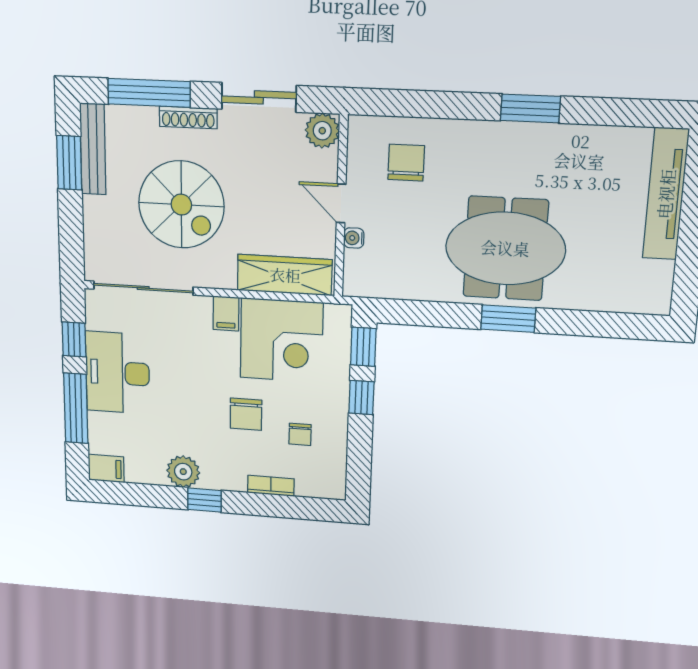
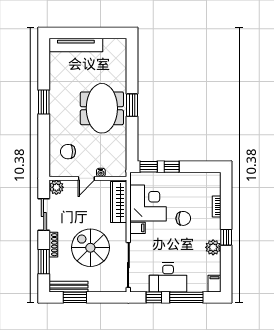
window: (149, 93) -> (44, 262), width x0.69
spiral stairs: (181, 205) -> (90, 248), turned -90
chair: (300, 434) -> (191, 194), removed

